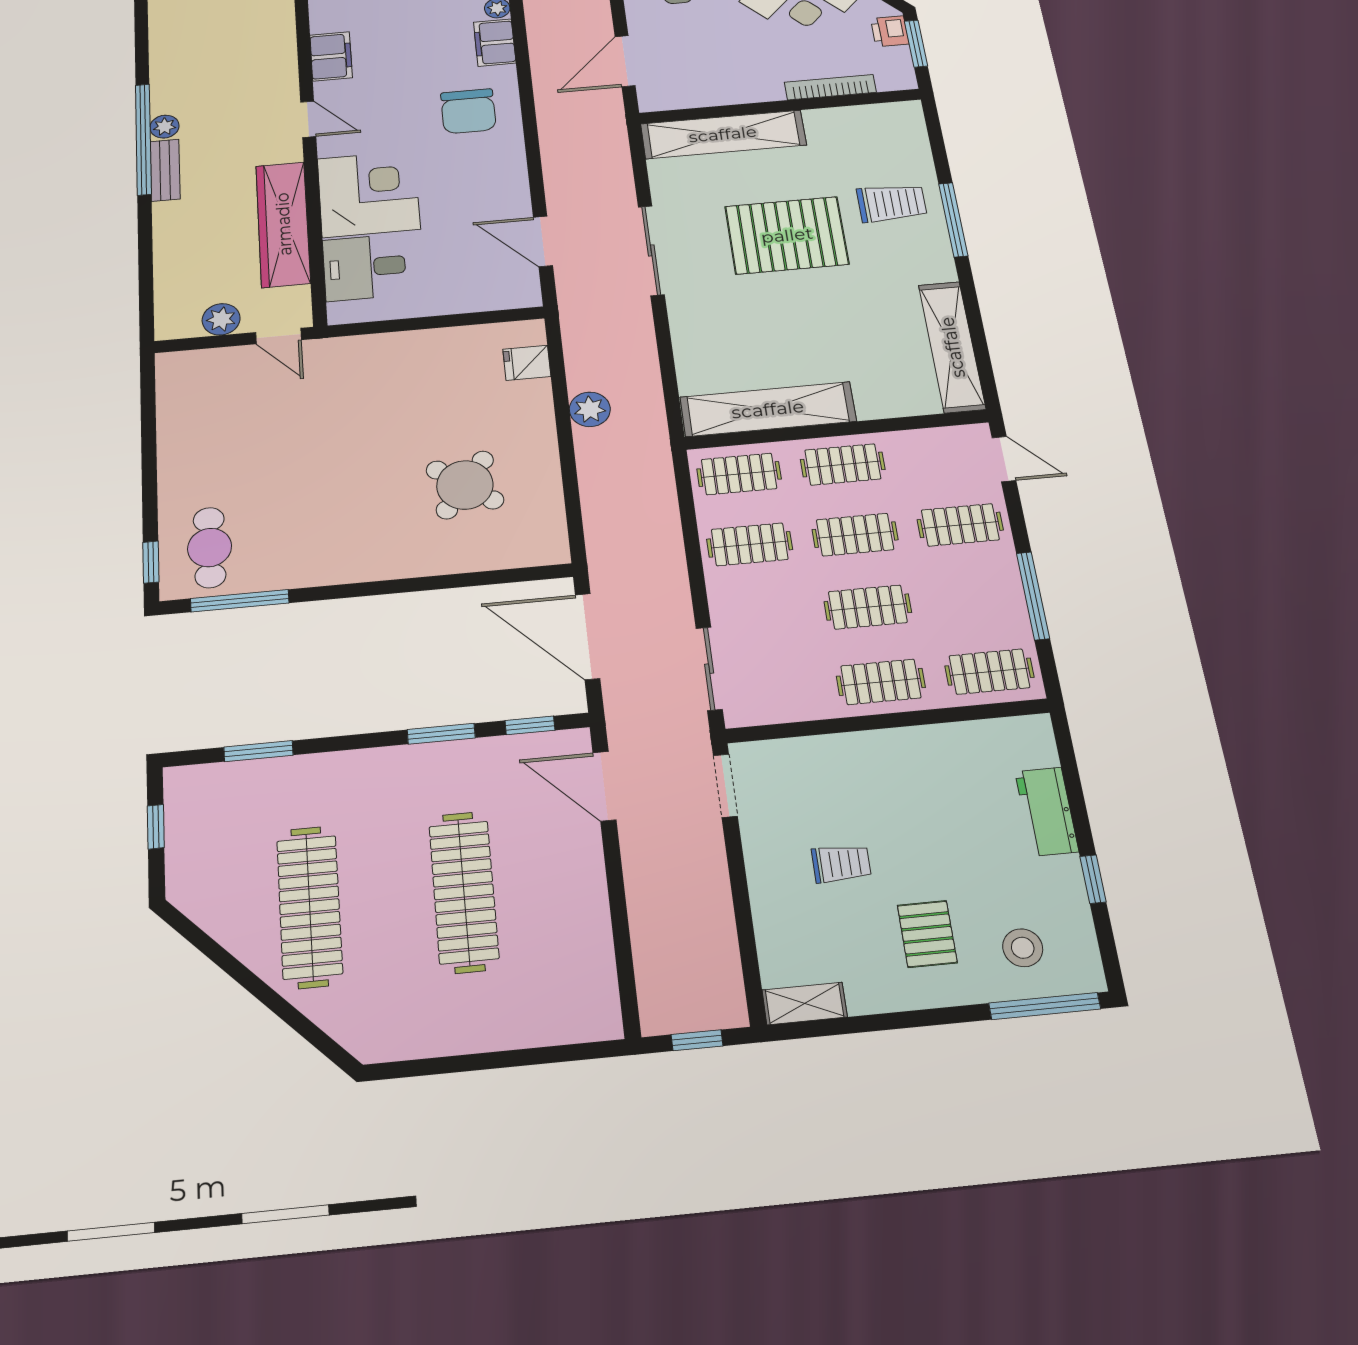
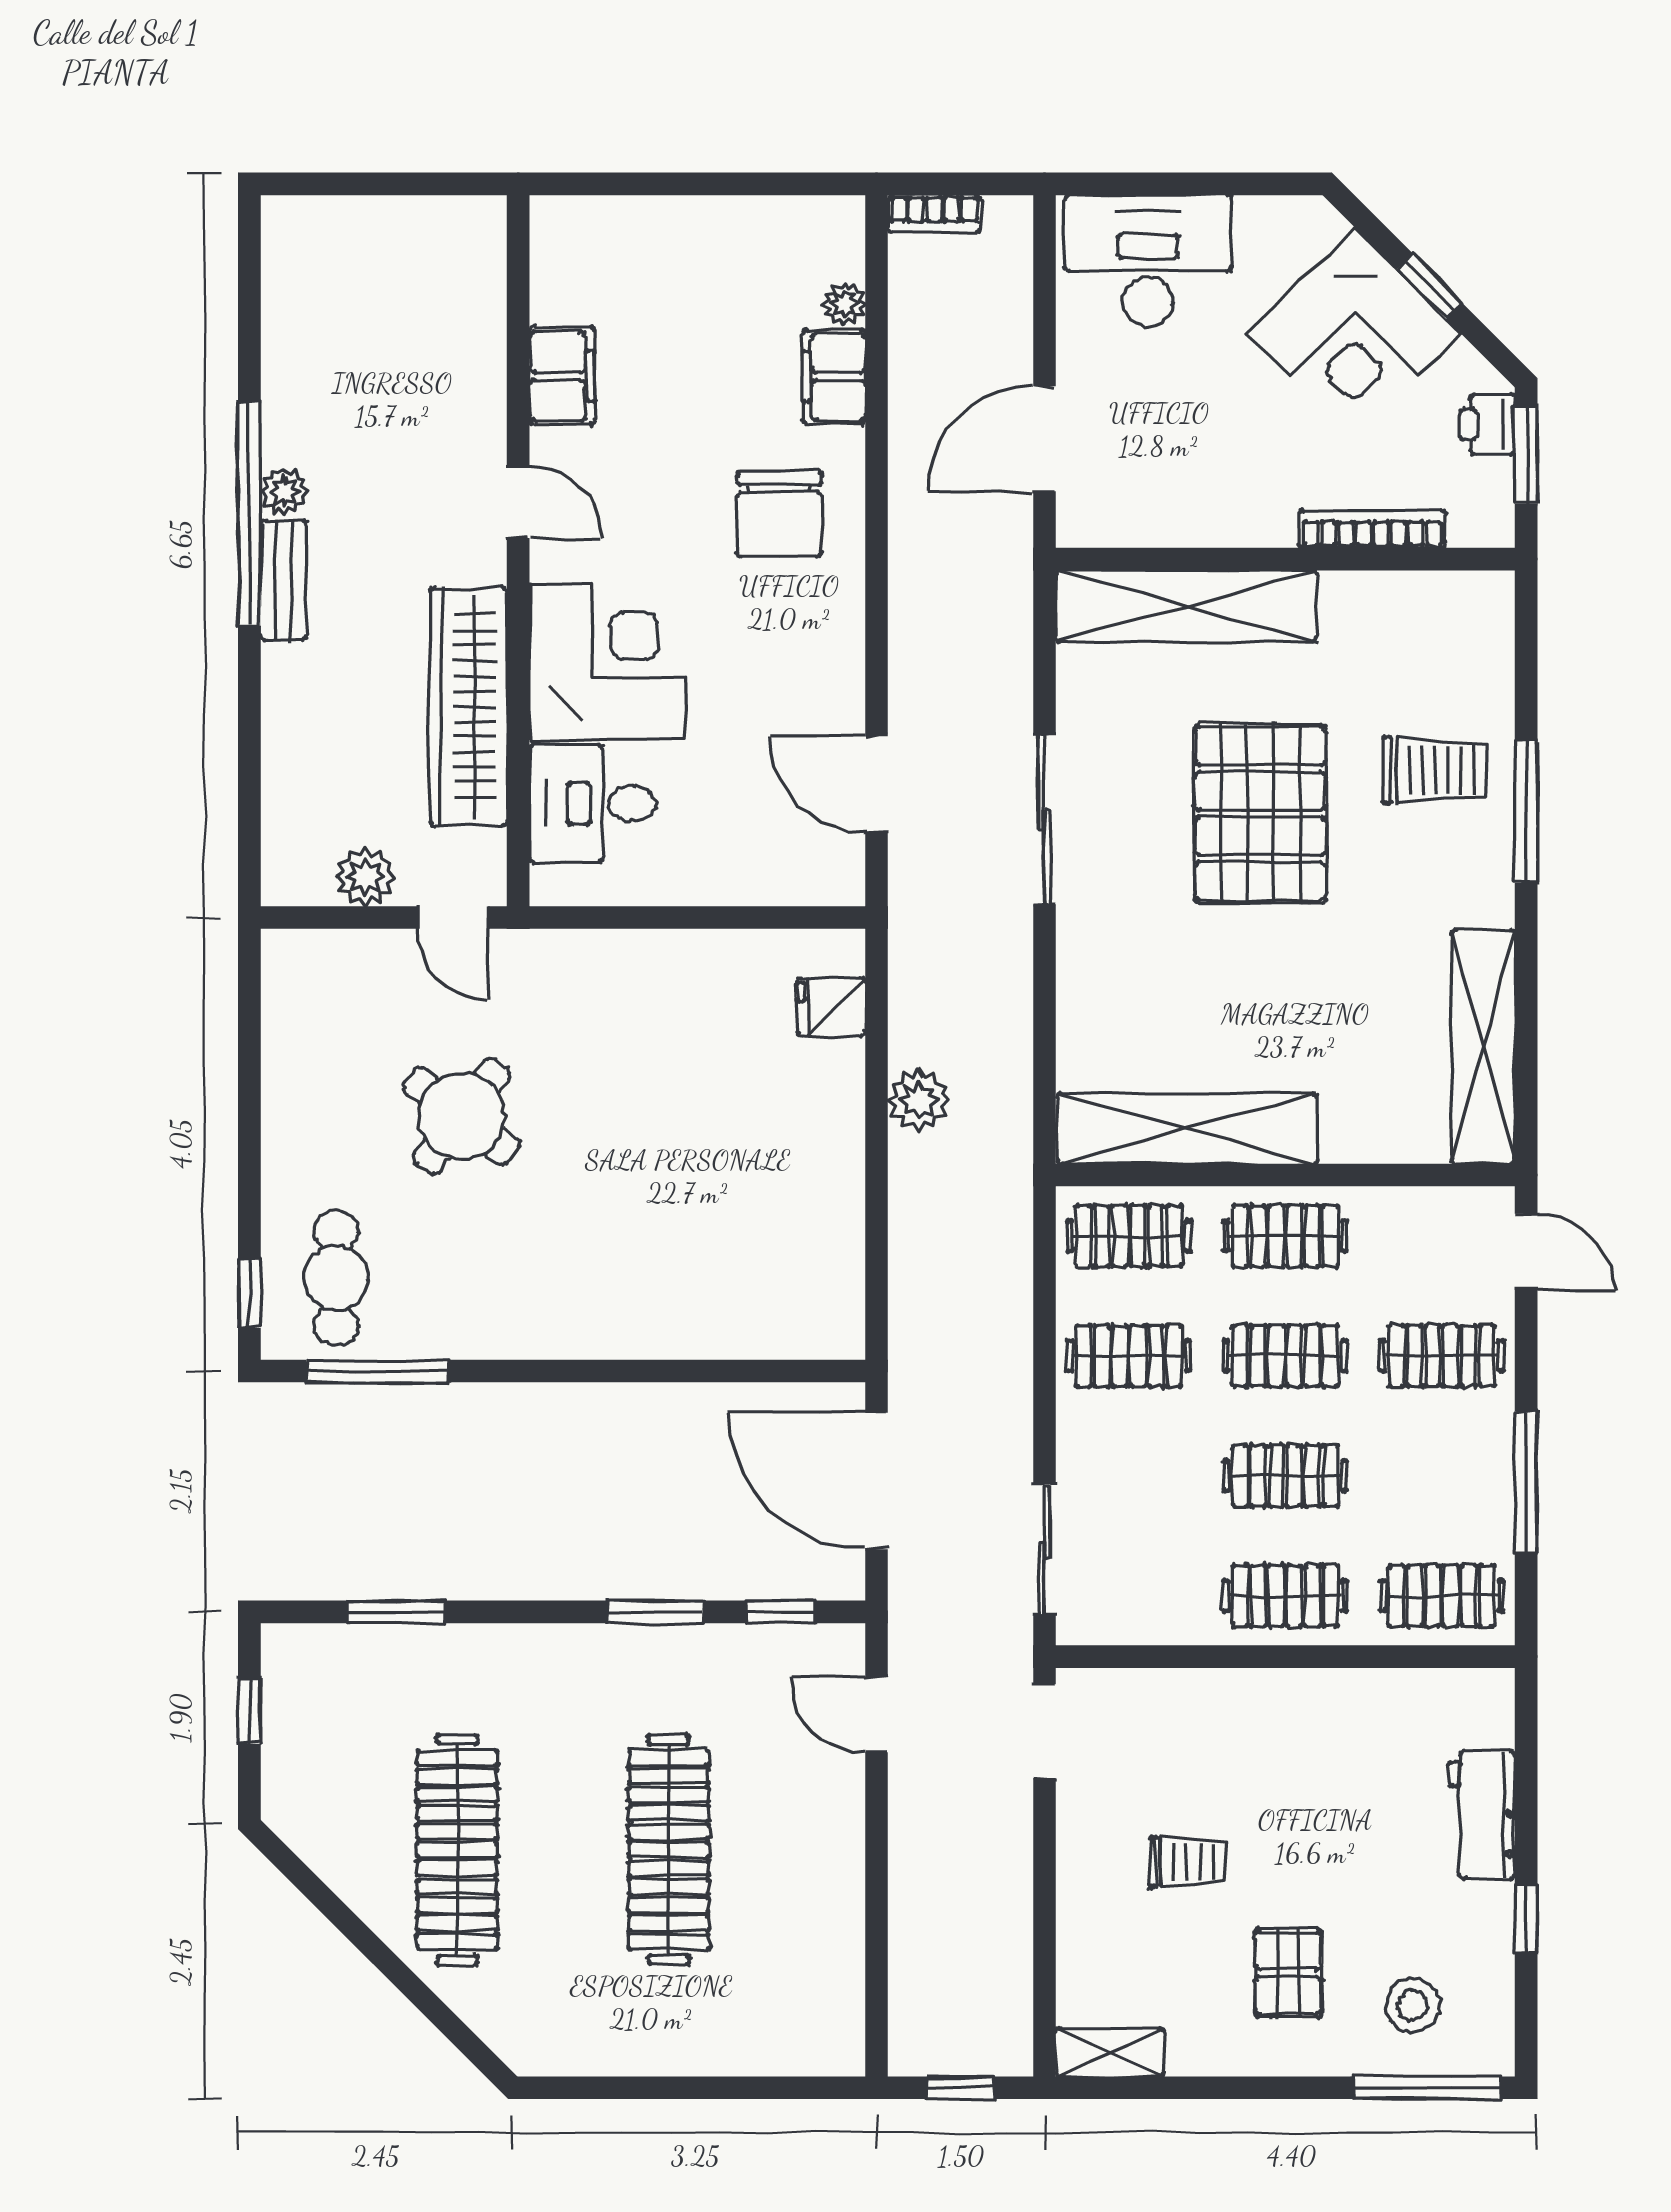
pallet: (787, 235) -> (1260, 814), turned 90
round table: (465, 485) -> (462, 1116), moved
door: (604, 786) -> (877, 1715), width x0.73

